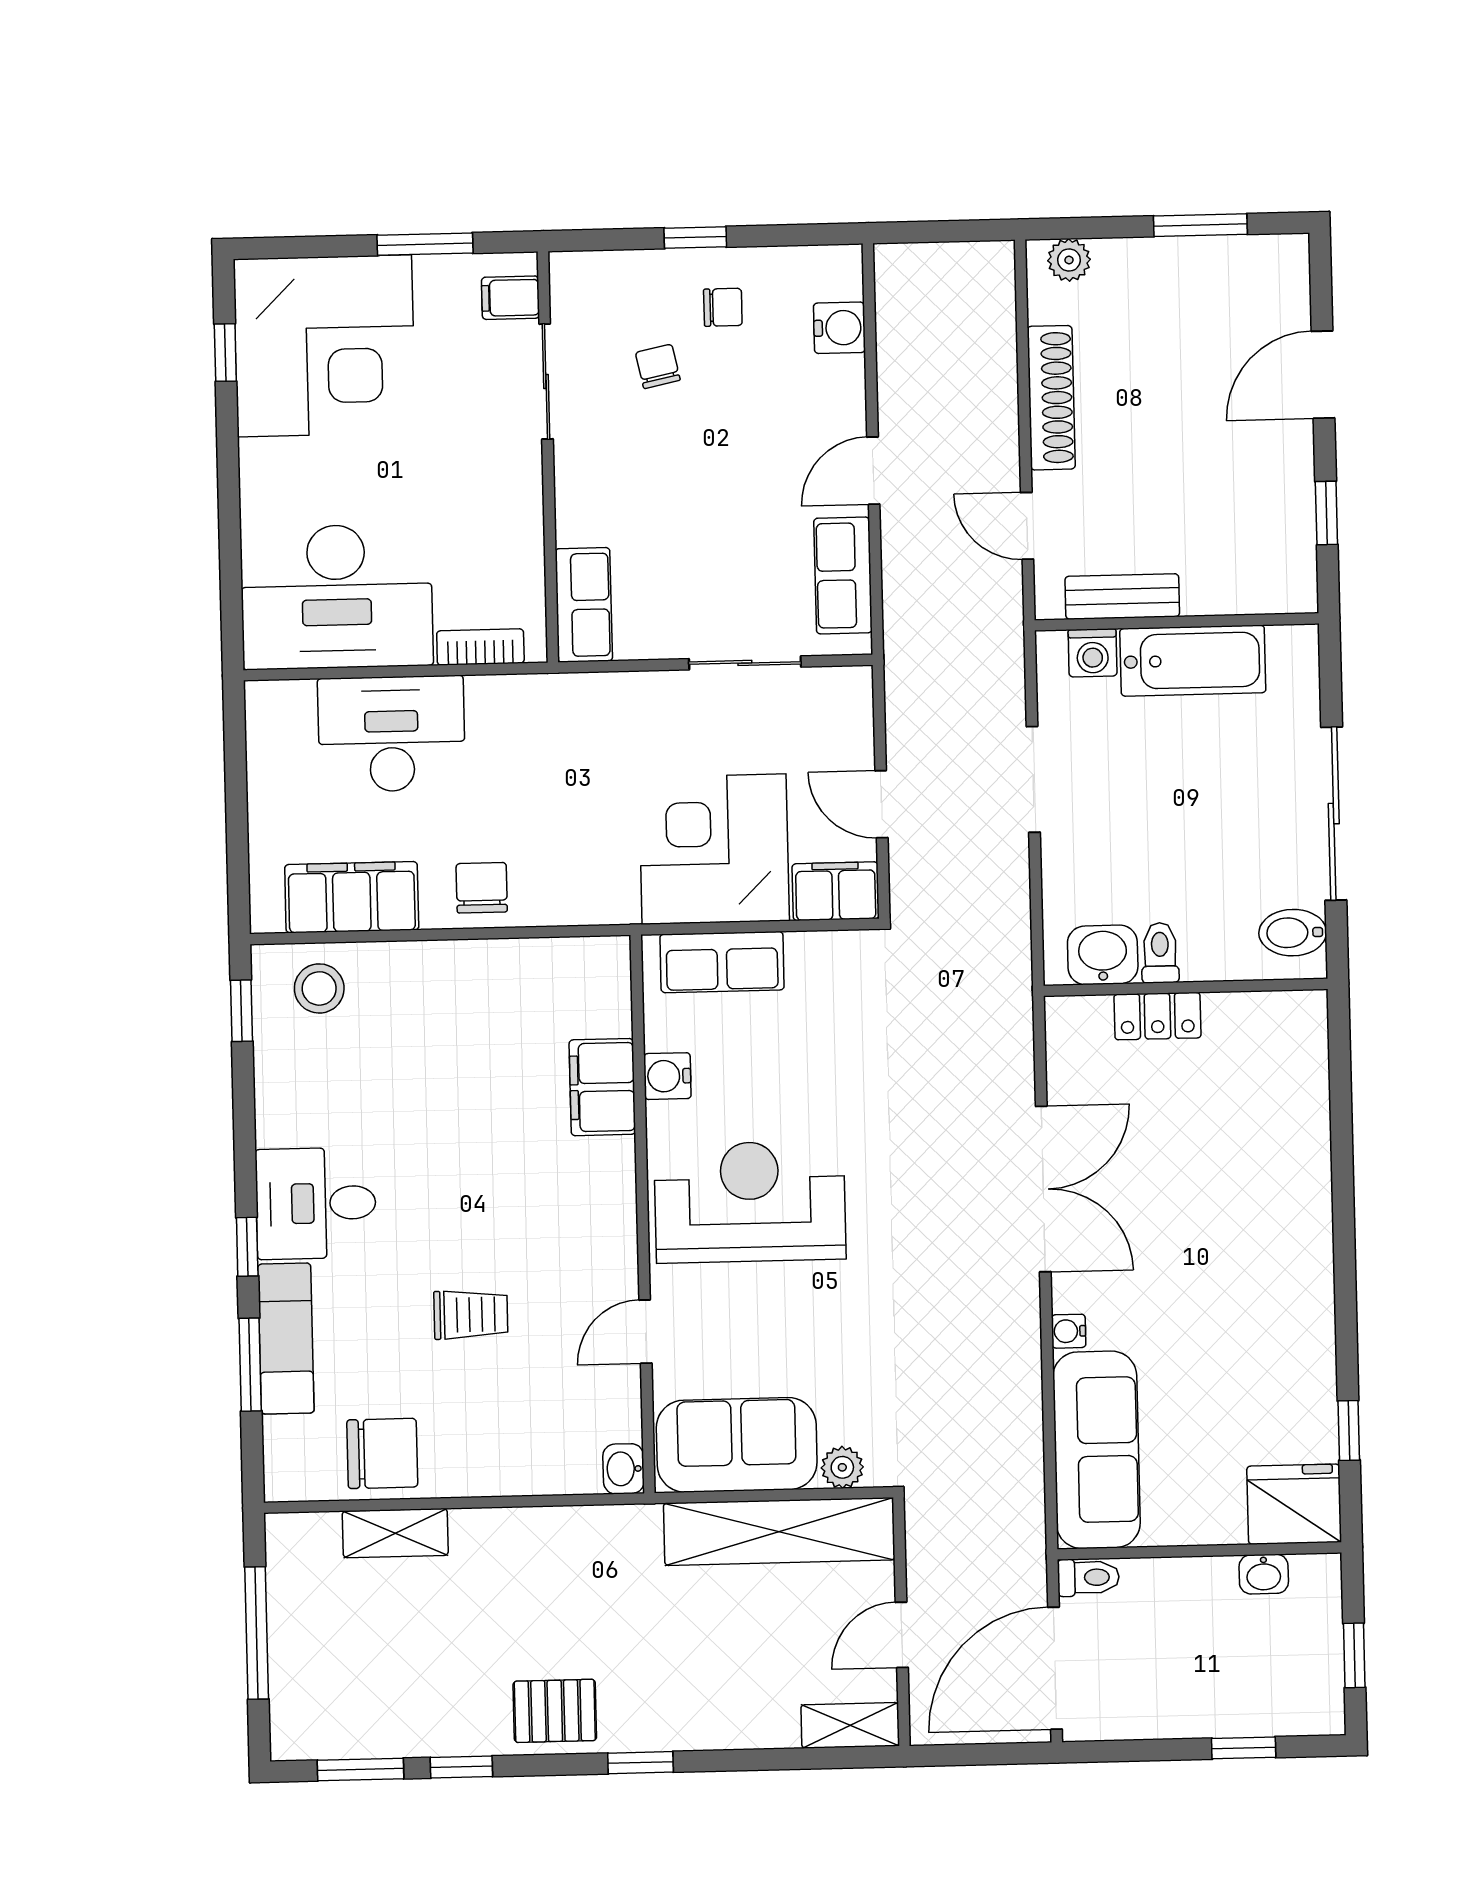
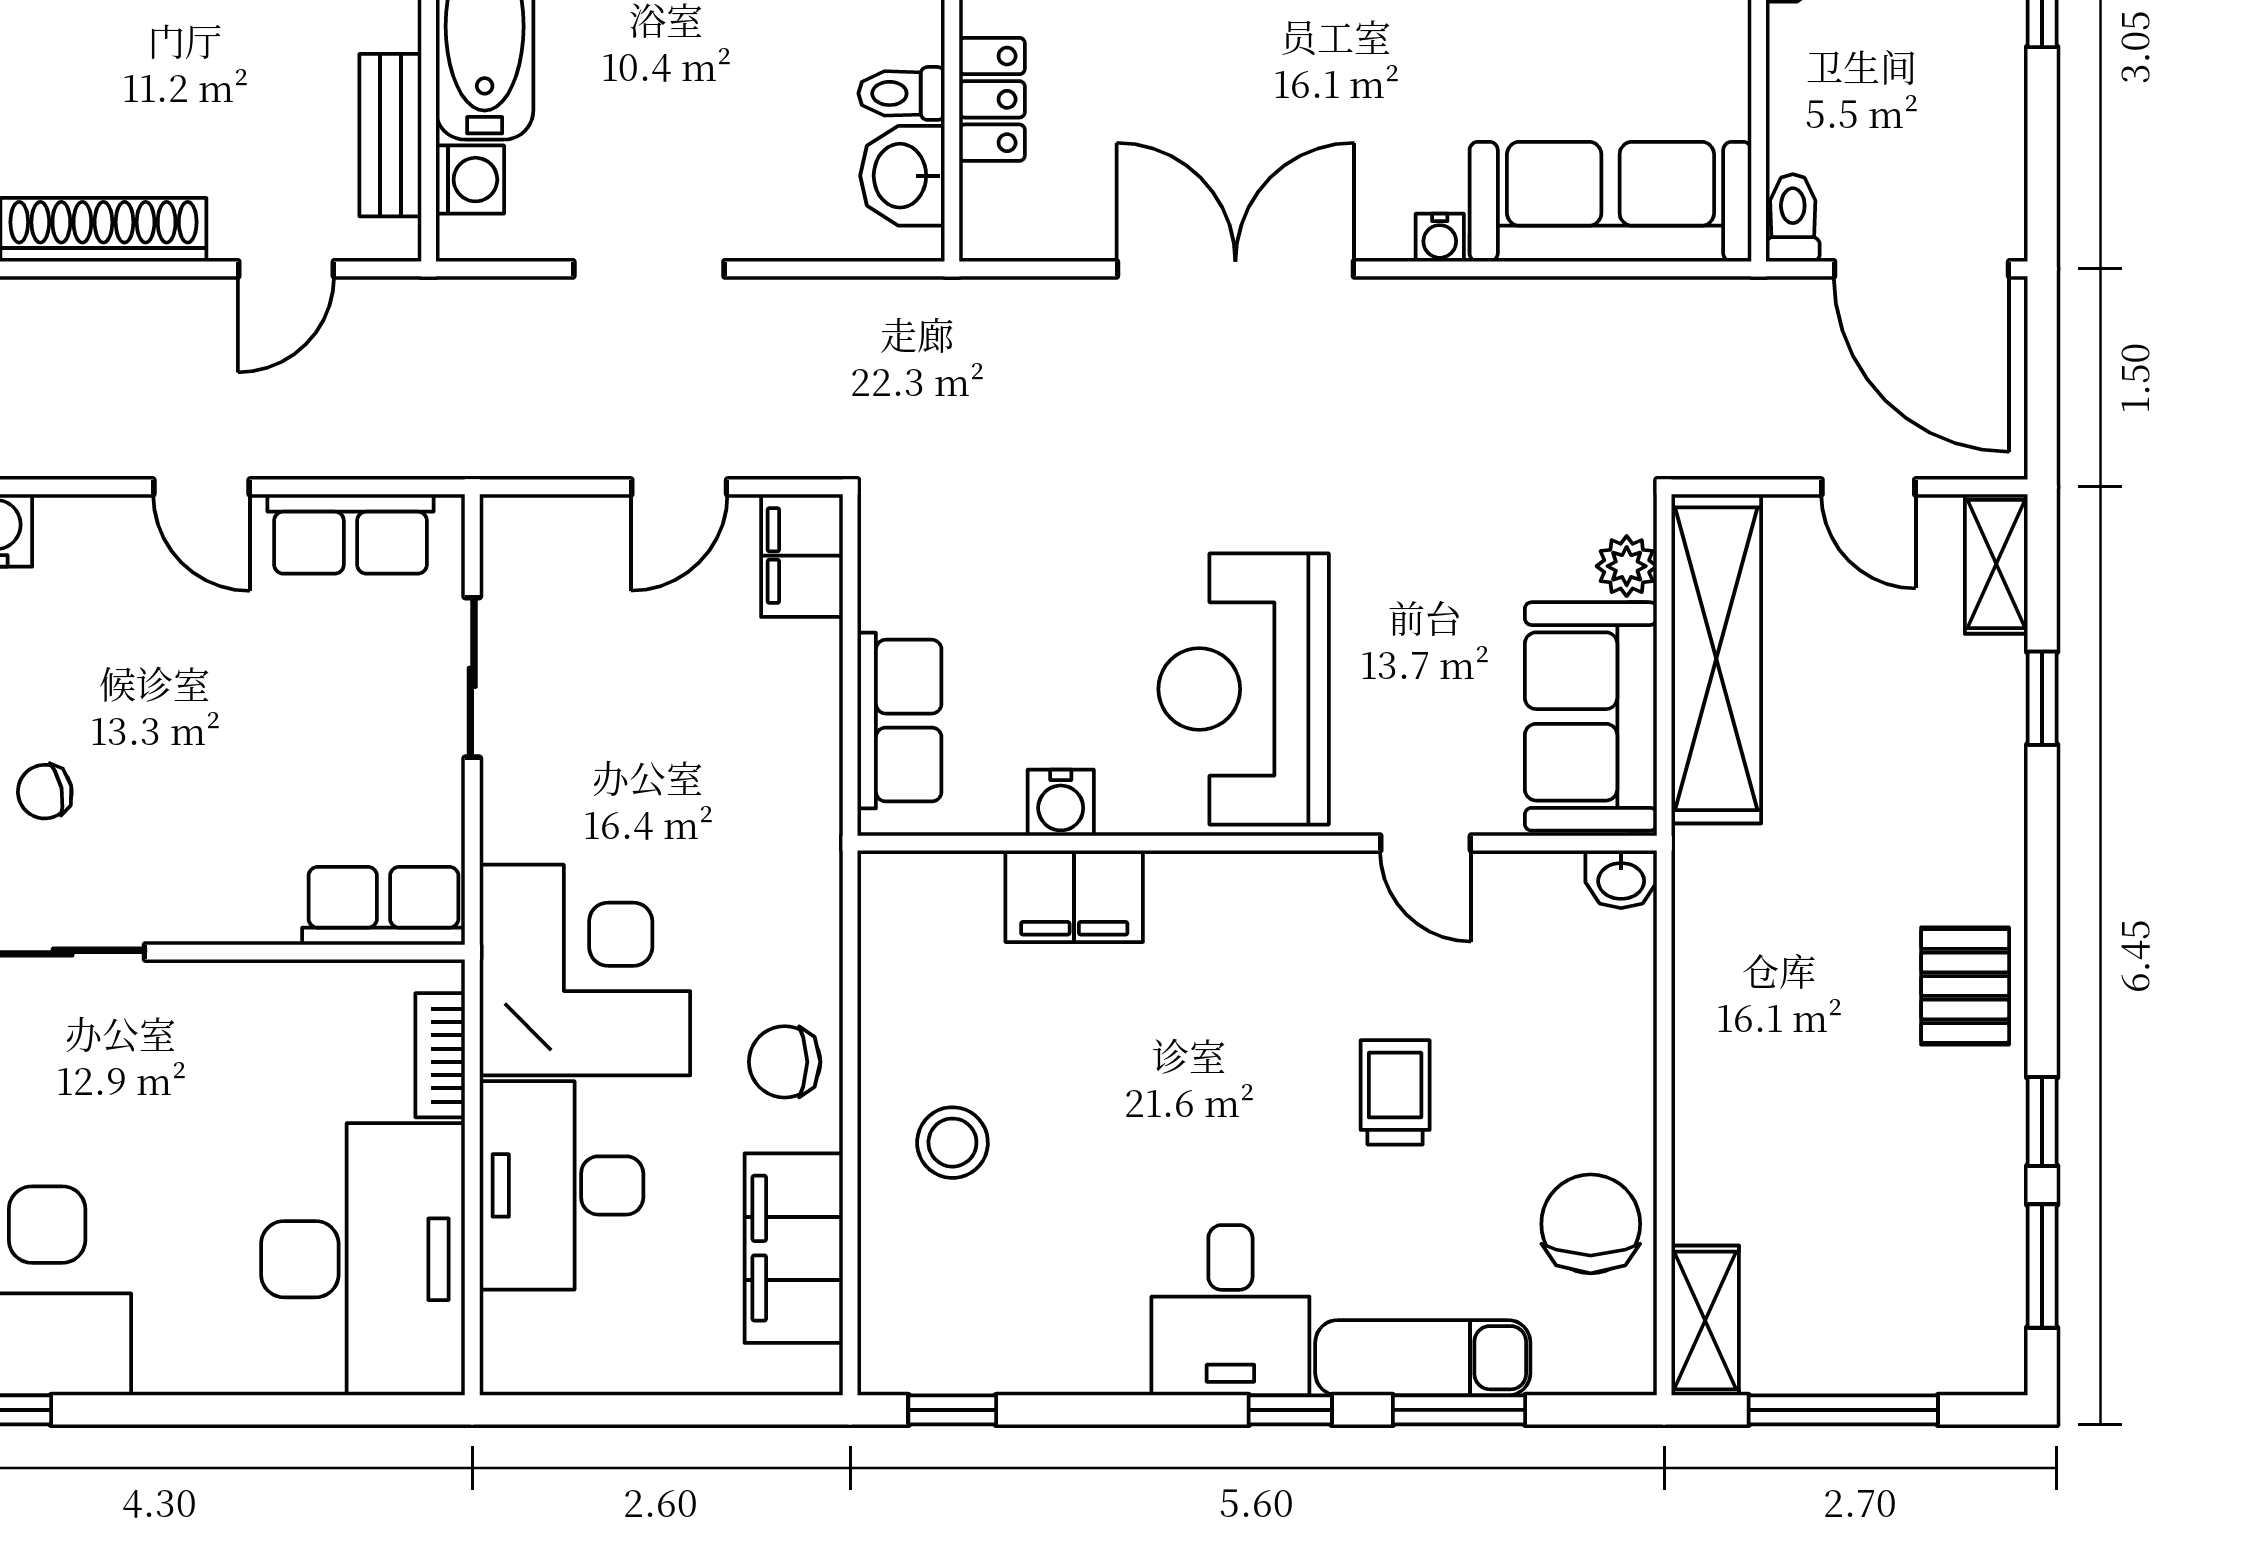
corner desk: (714, 849) -> (585, 970), moved, turned 180
stool: (319, 988) -> (952, 1143), moved
shelving: (395, 1533) -> (1705, 1320), moved
window: (640, 1763) -> (2042, 698), moved

